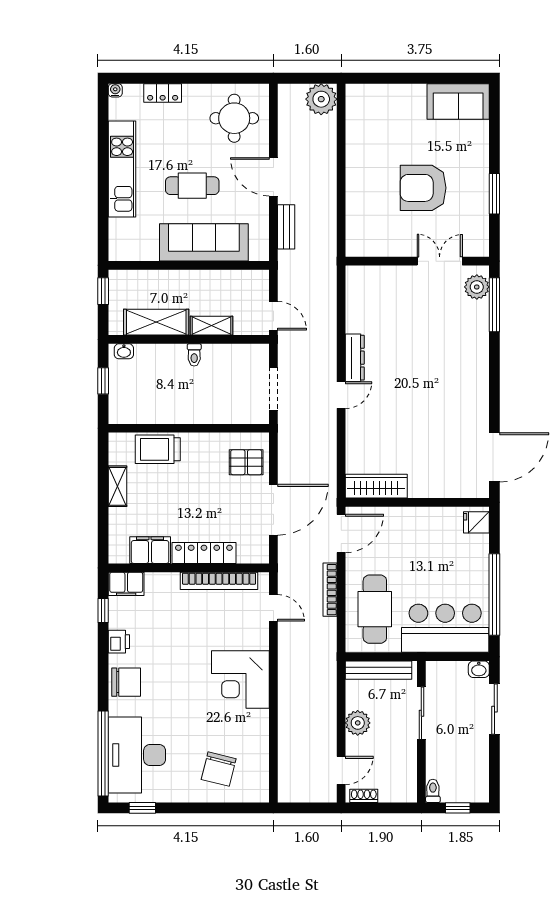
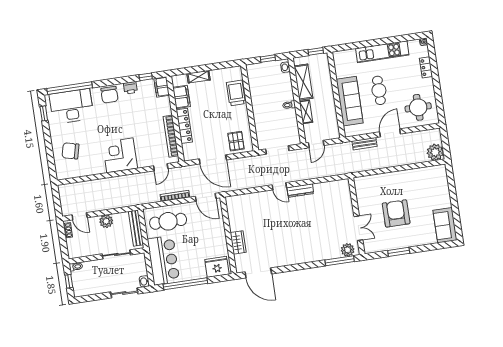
shelving: (118, 486) -> (199, 77), moved
wardrobe: (376, 486) -> (238, 242), moved, width x0.67
fridge: (476, 522) -> (217, 267), width x1.88, depth x1.34

